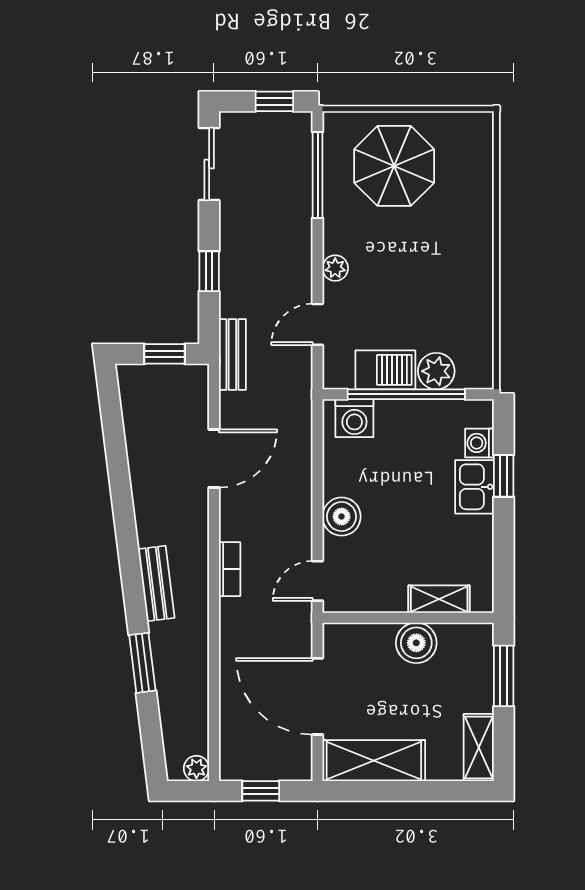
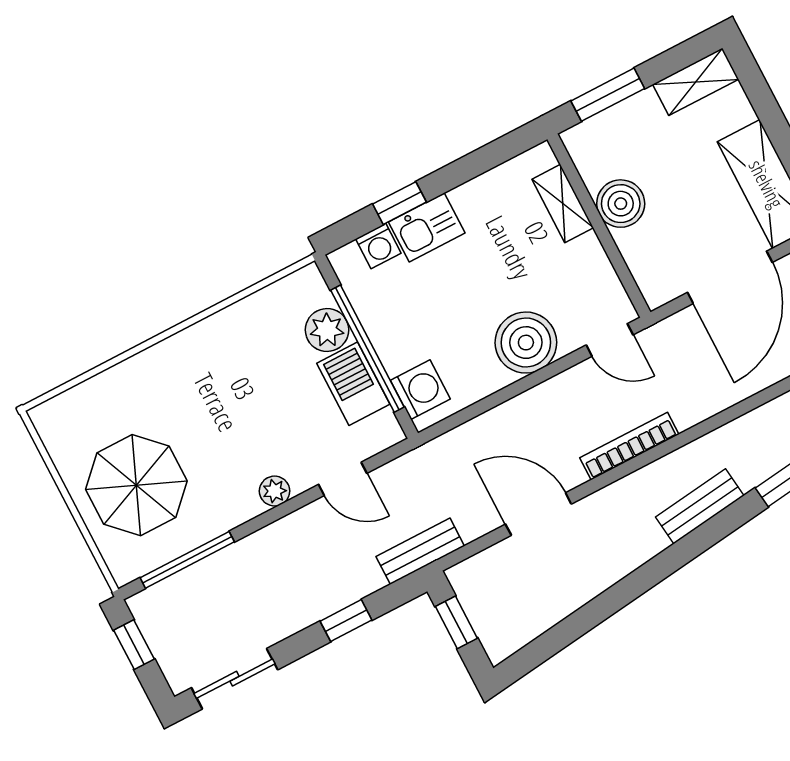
boiler: (342, 517) -> (526, 343), width x1.37, depth x1.37
bookcase: (230, 569) -> (629, 446), width x1.56

